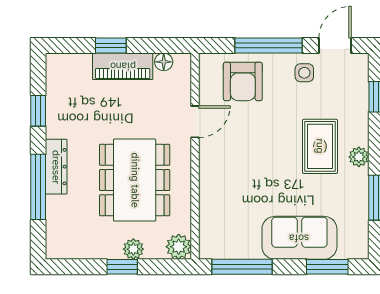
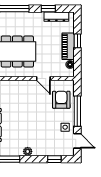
armchair: (243, 81) -> (61, 100), turned 90
rug: (320, 146) -> (32, 134), removed
dresser: (56, 167) -> (56, 17), moved

